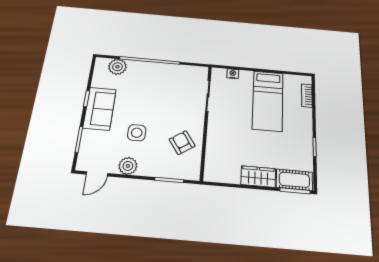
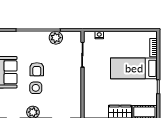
plant: (117, 67) -> (56, 38), moved
bed: (268, 101) -> (134, 68), moved, turned 90
armchair: (182, 143) -> (37, 69), moved, turned -146

